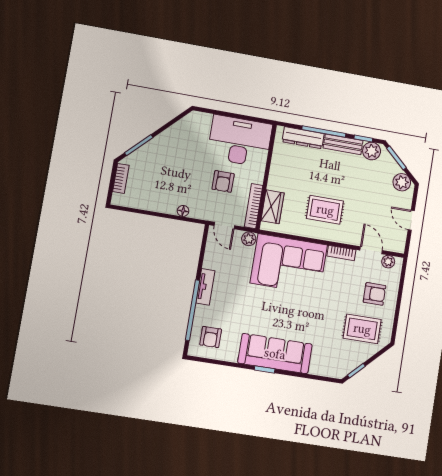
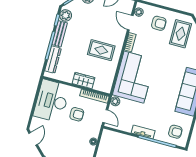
door: (179, 118) -> (33, 139), added
wardrobe: (273, 207) -> (83, 81), moved
rug: (325, 210) -> (101, 50), turned 90
door: (224, 226) -> (105, 116), hinge flipped
door: (371, 250) -> (130, 23), hinge flipped
armchair: (375, 294) -> (159, 23), turned 90

